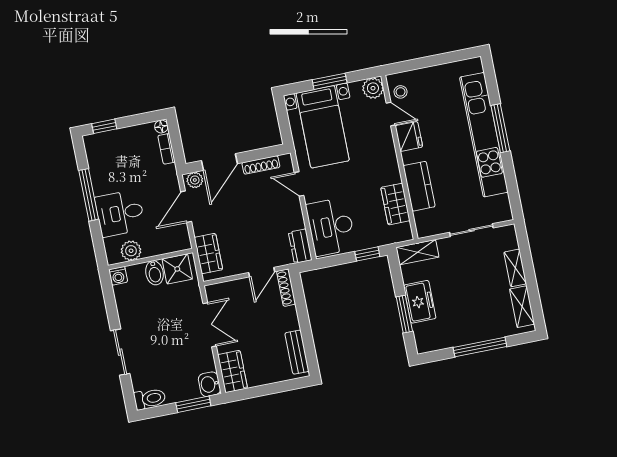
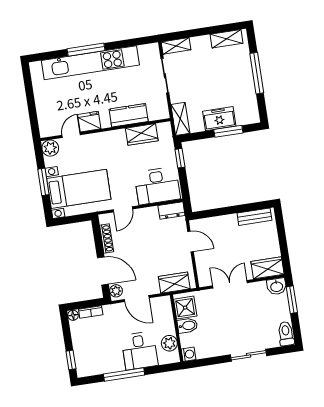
stool: (401, 92) -> (54, 127), removed
shelving: (515, 268) -> (176, 46), moved
shoe rack: (286, 288) -> (204, 223), removed

